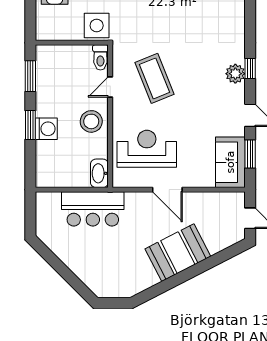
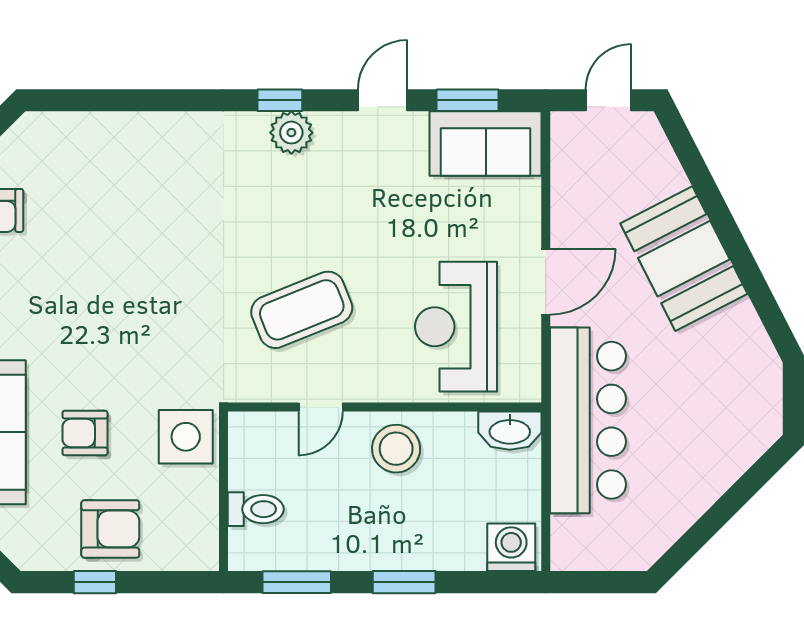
toilet: (100, 57) -> (256, 509), moved
door: (110, 87) -> (321, 407), hinge flipped
washing machine: (46, 129) -> (511, 547), moved
bar counter: (93, 209) -> (588, 420), width x1.36

